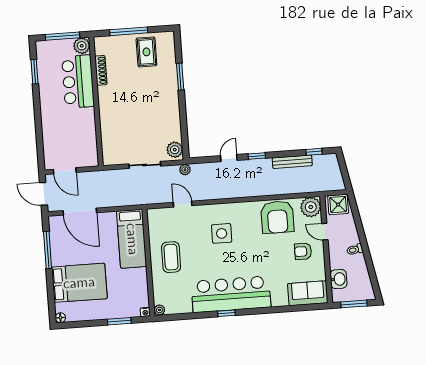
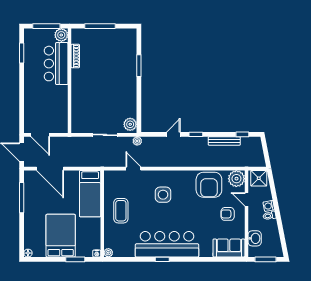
rug: (146, 52) -> (113, 44), removed
washing machine: (353, 238) -> (269, 206), added
bed: (79, 283) -> (61, 236), moved, turned -90

